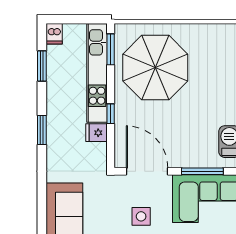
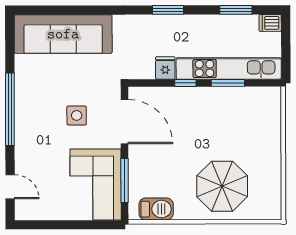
window: (111, 49) -> (228, 83), moved
parasol: (155, 68) -> (222, 186), moved, width x0.73, depth x0.73
door: (147, 171) -> (124, 122), hinge flipped

